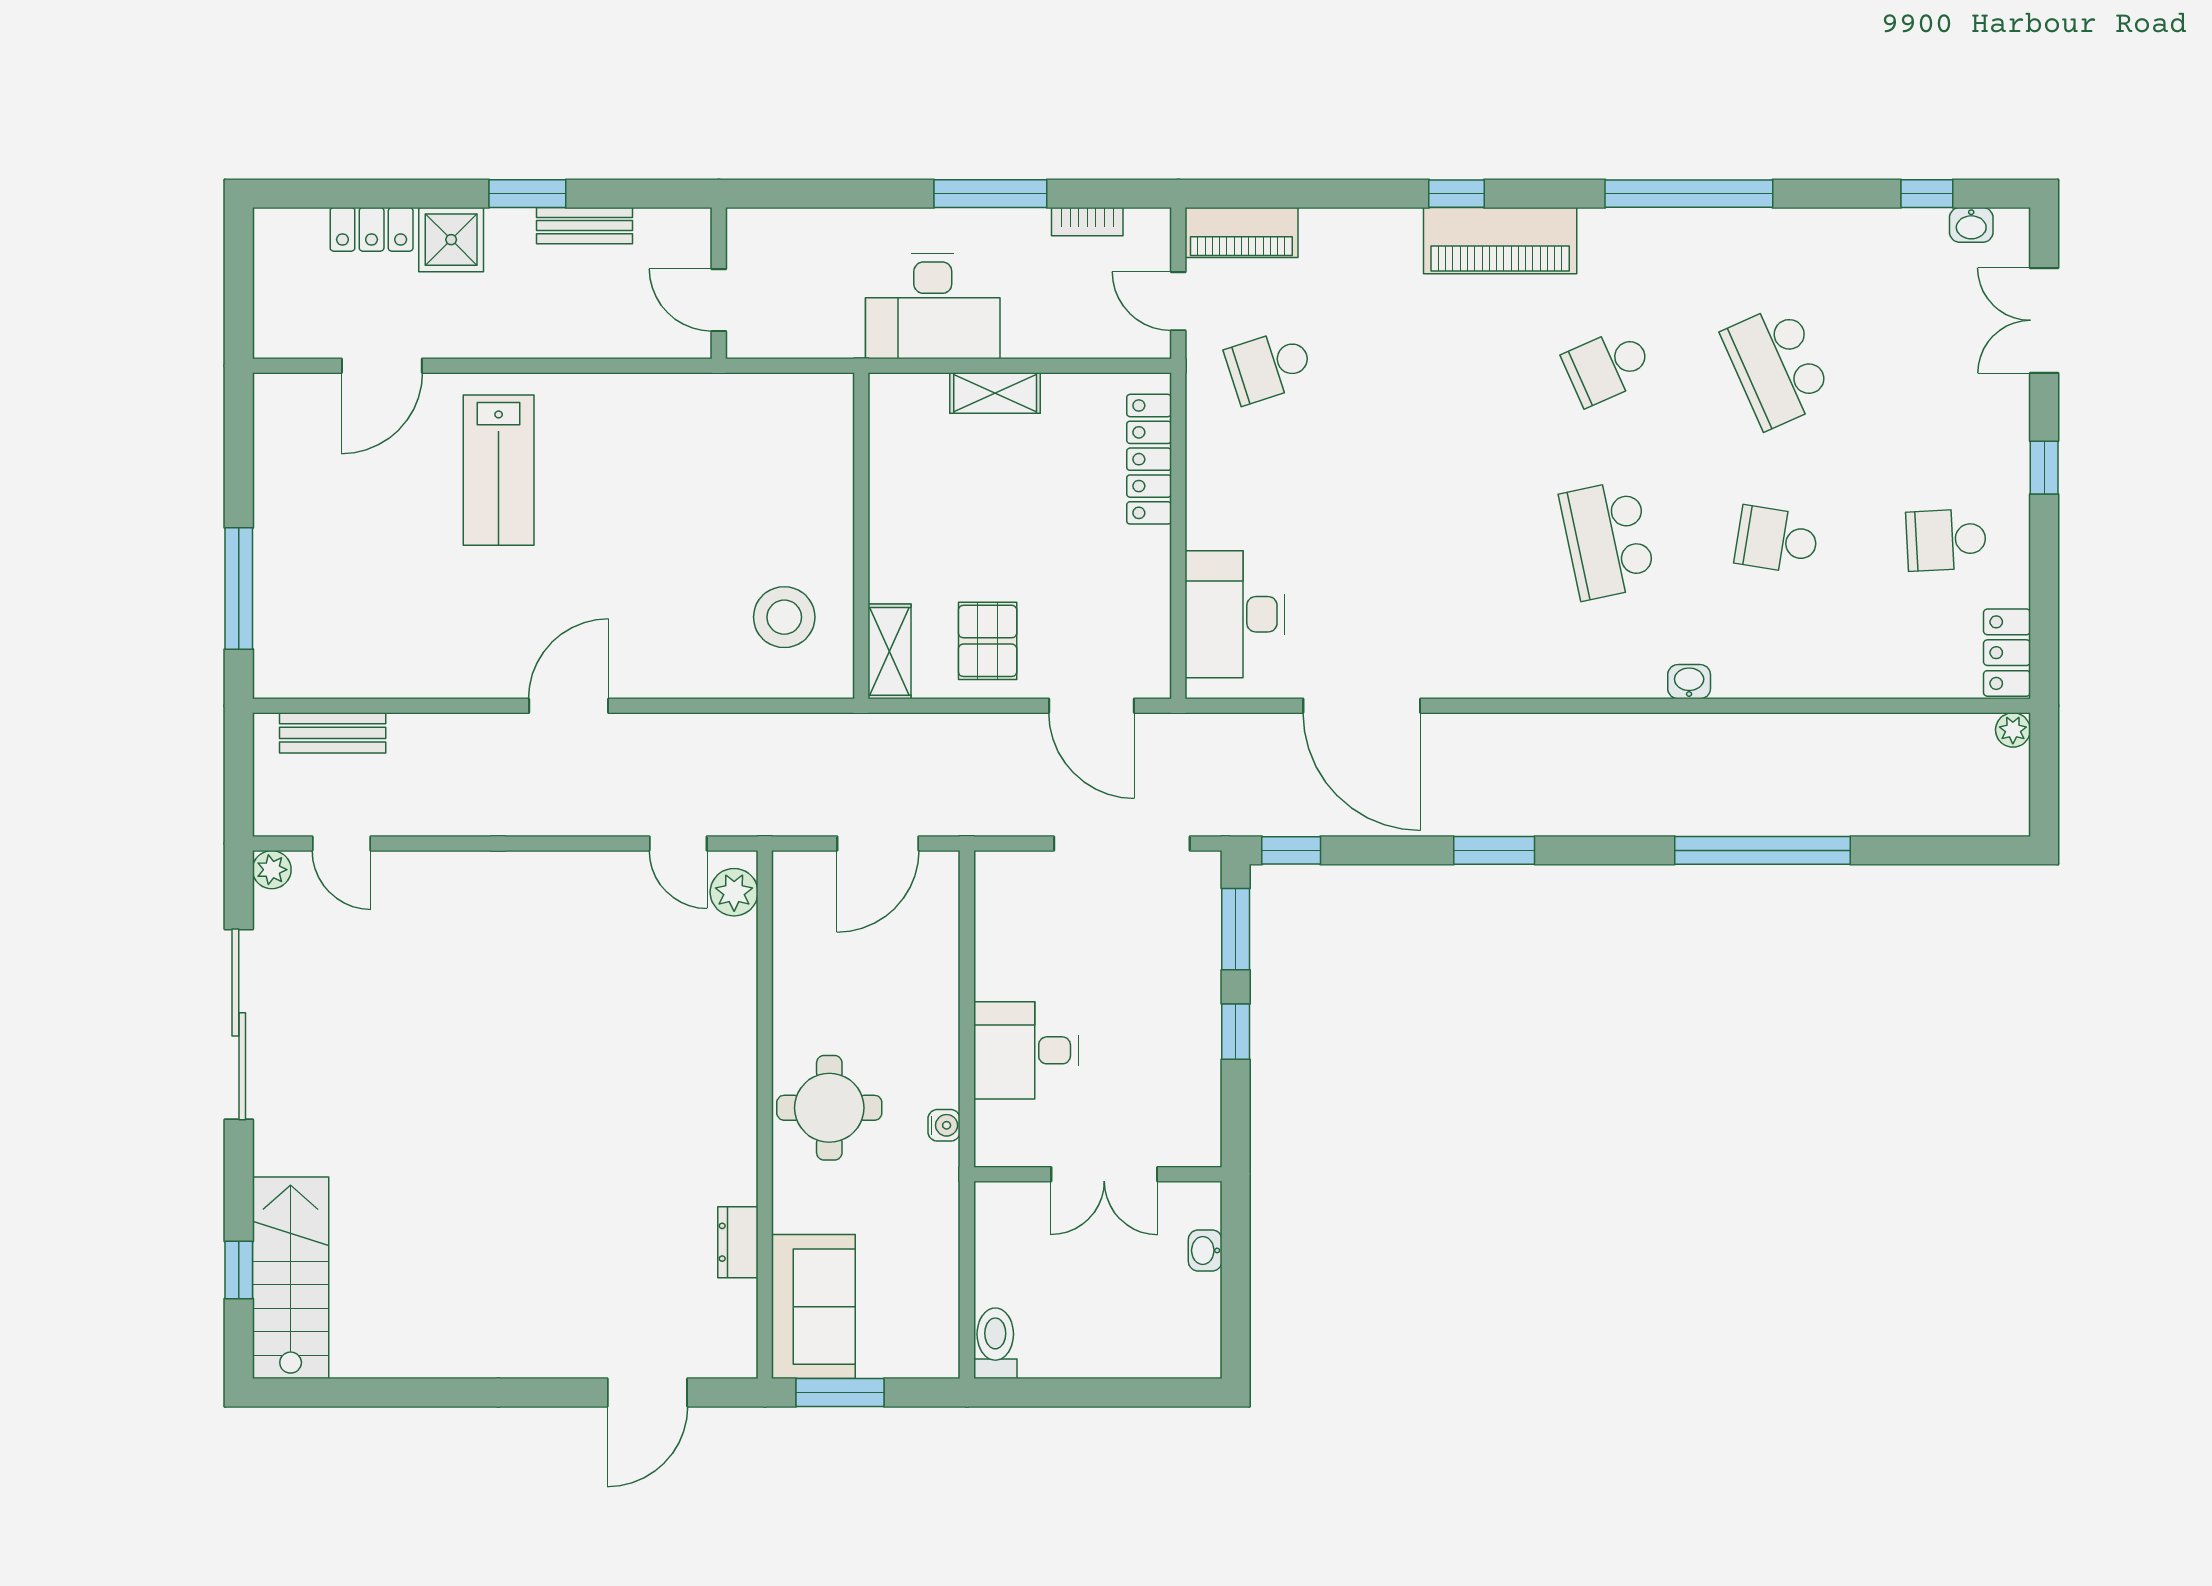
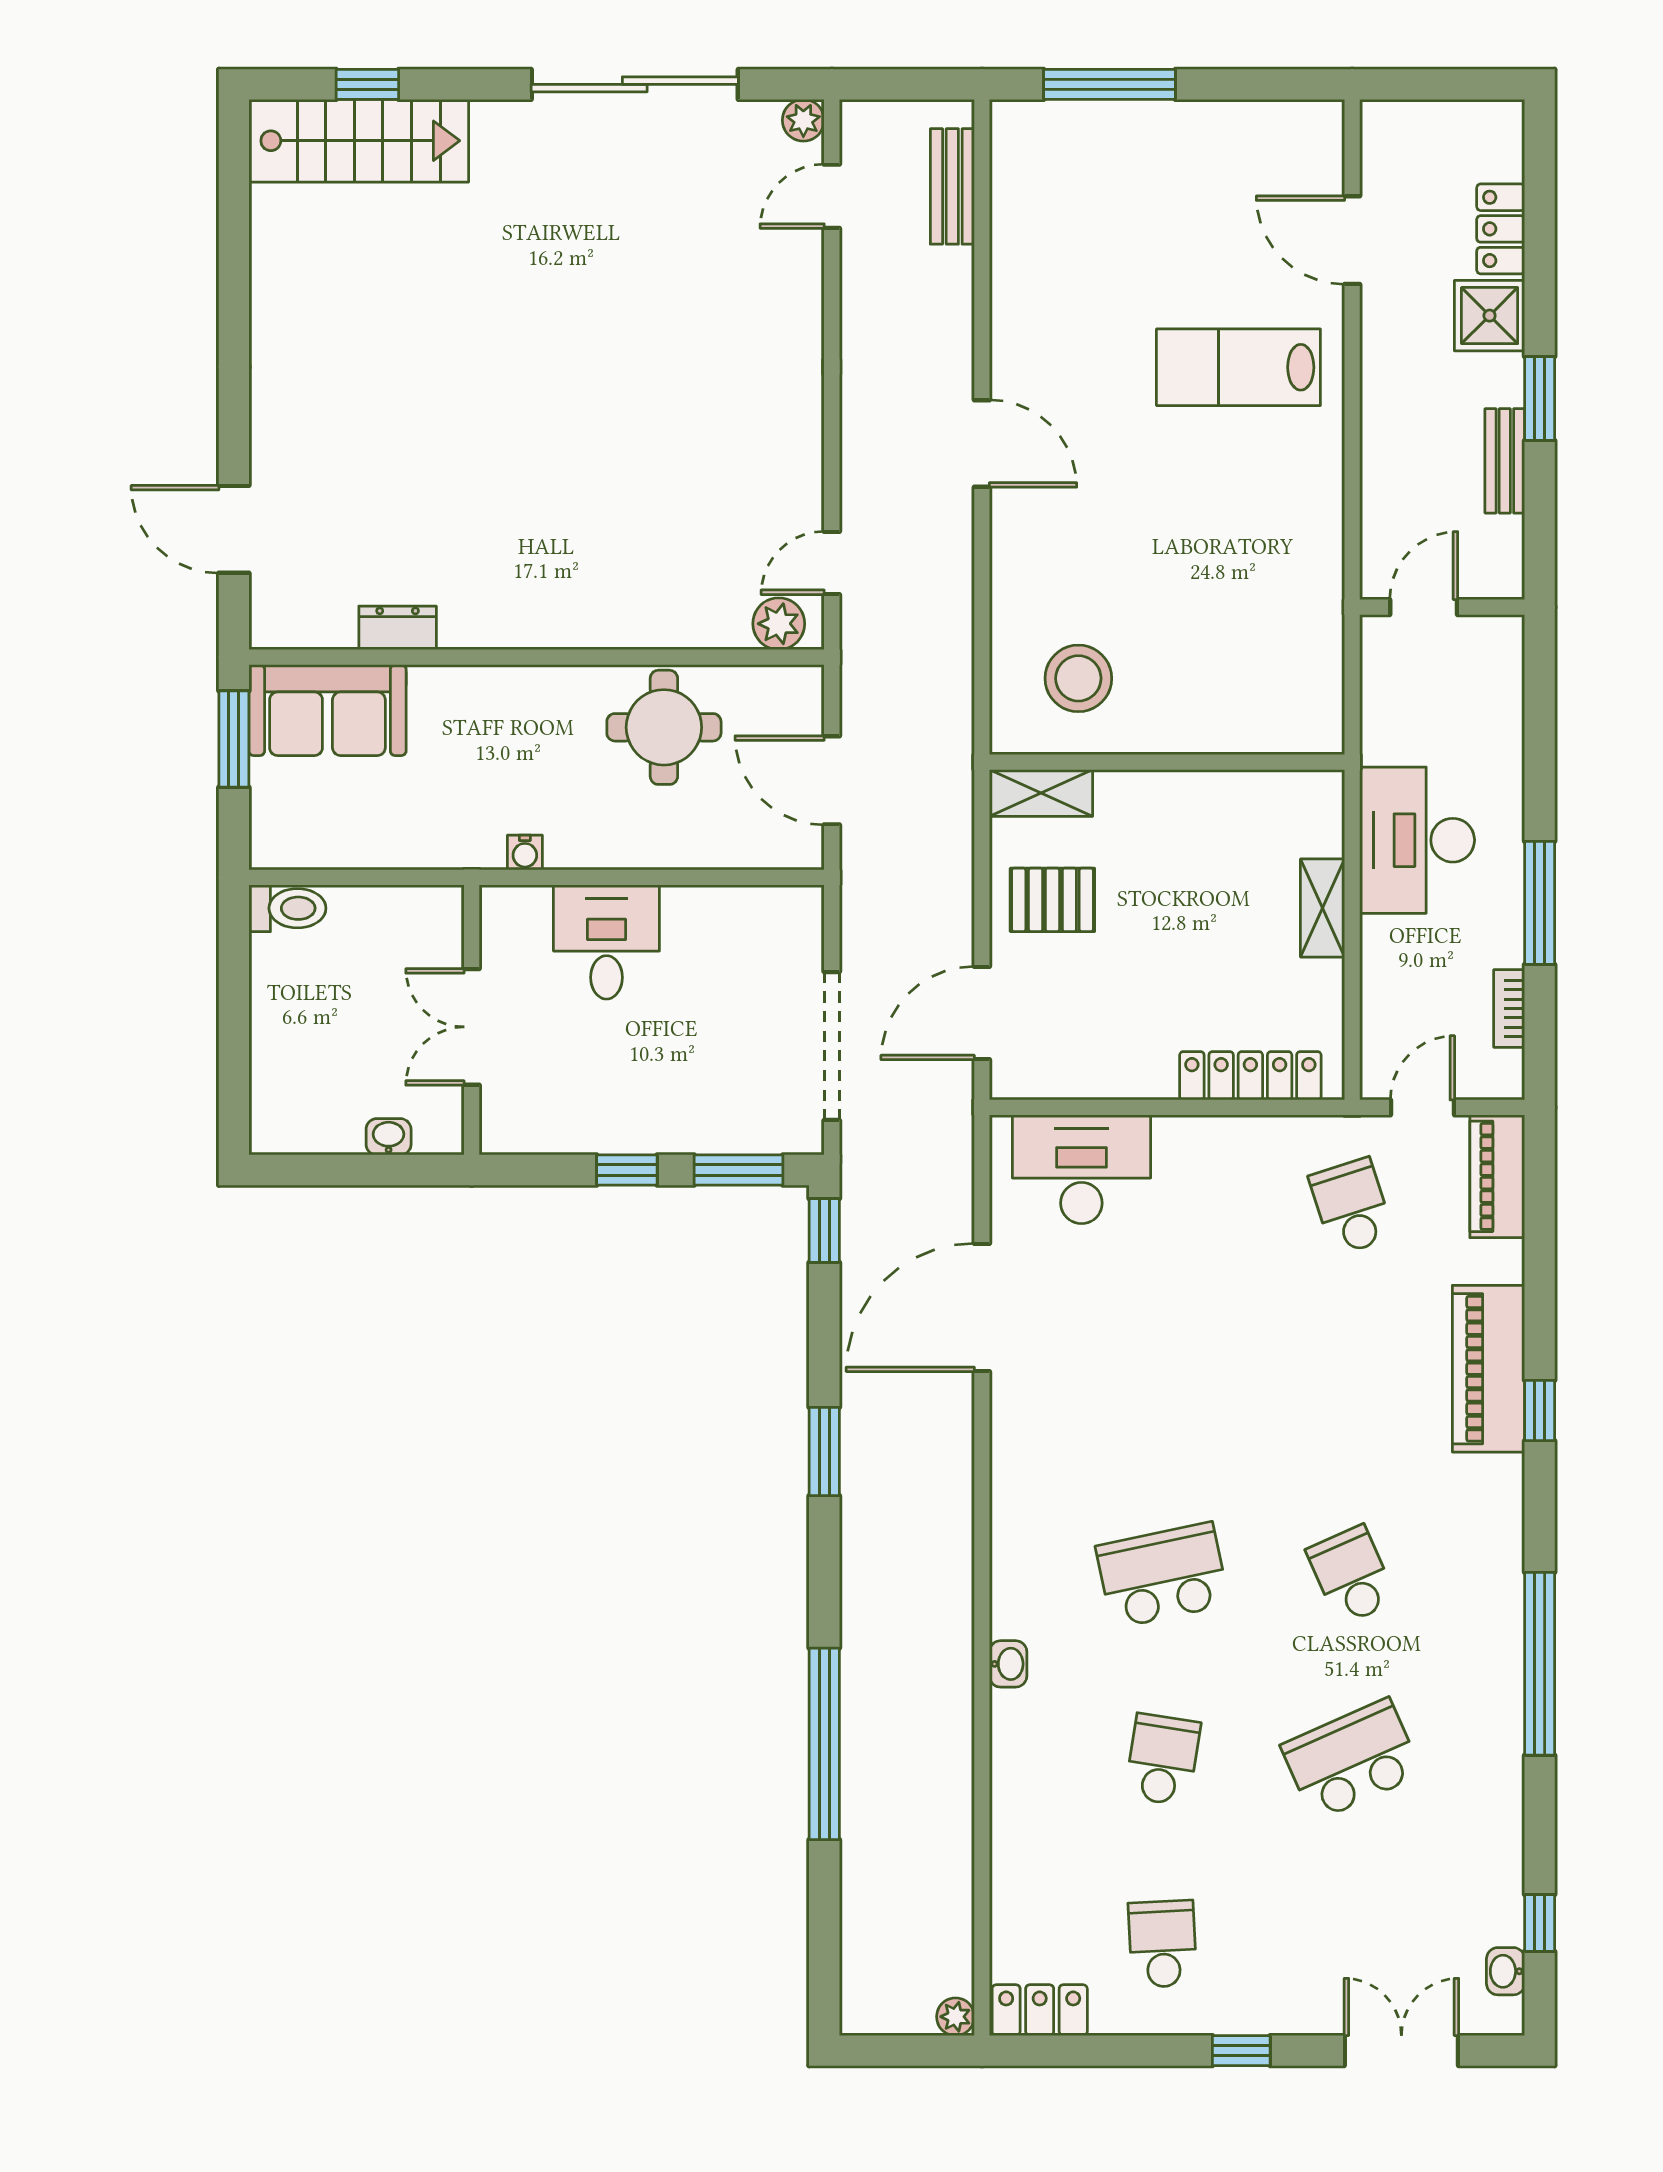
piano: (1500, 241) -> (1488, 1369), moved
round table: (829, 1108) -> (664, 727), moved

